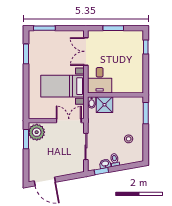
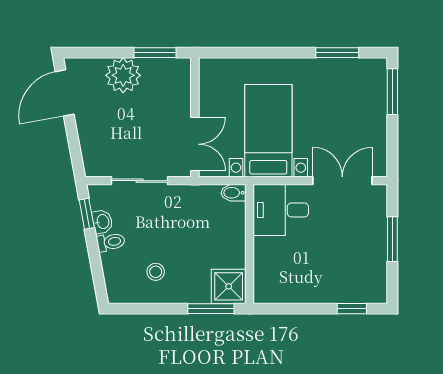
shower: (104, 105) -> (229, 286), moved
plant: (37, 132) -> (123, 75), moved

